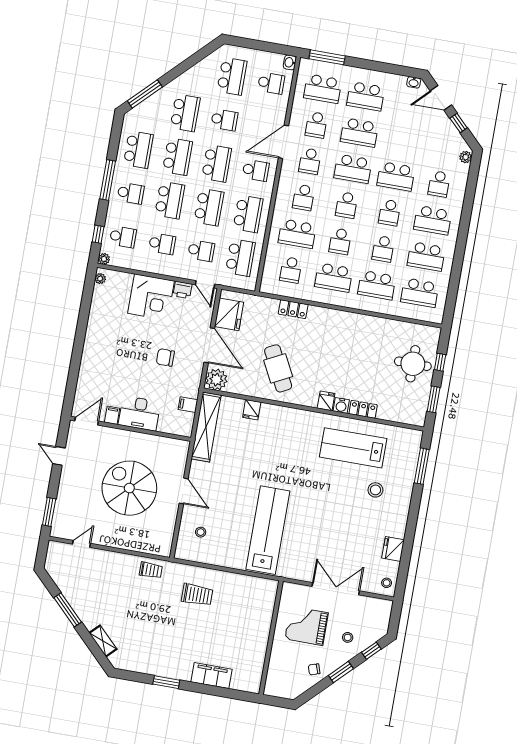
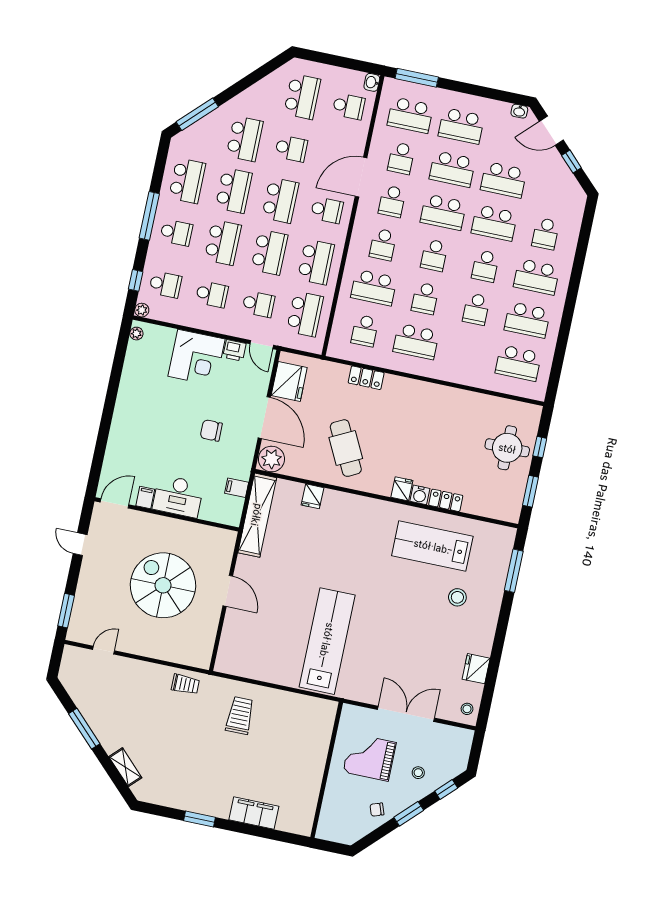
plant: (466, 157) -> (578, 203), removed
school desk: (377, 285) -> (503, 180), moved
stool: (201, 532) -> (247, 641), removed
trolley: (197, 595) -> (240, 716), turned -90

